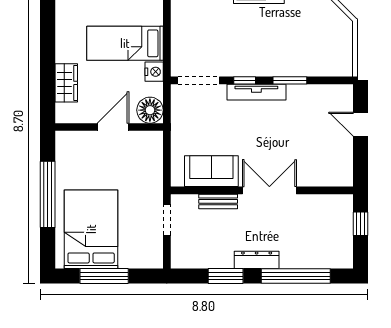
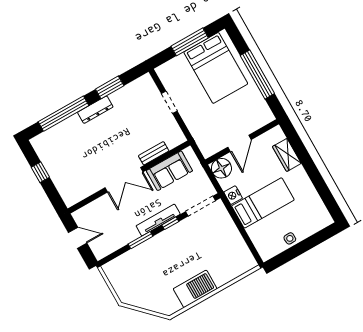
sofa: (211, 171) -> (169, 171), moved
wall: (262, 190) -> (129, 177), moved
double door: (269, 190) -> (124, 180), moved
bench: (218, 201) -> (154, 153), moved

